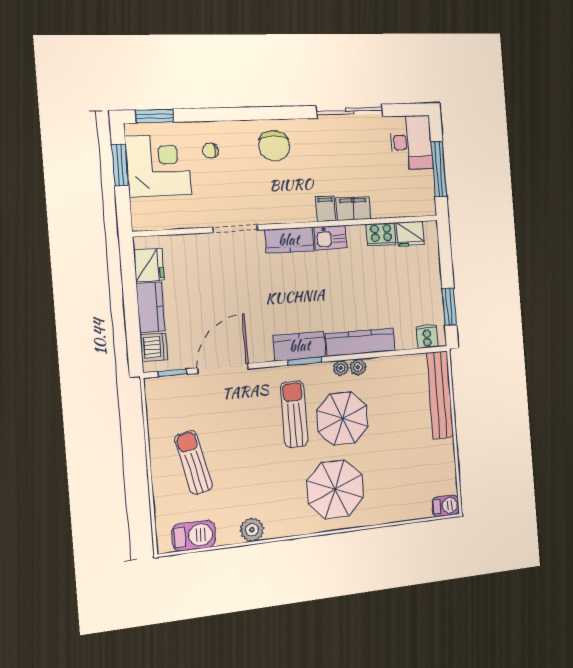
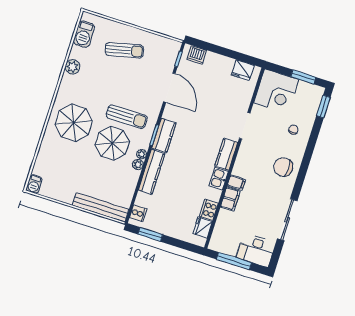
corner desk: (158, 165) -> (276, 91), moved
kitchen counter: (150, 307) -> (219, 62), removed

